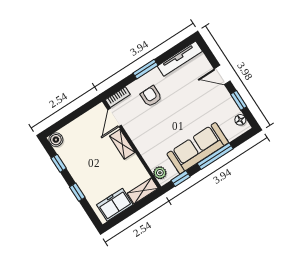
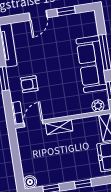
door: (115, 118) -> (33, 123), swing flipped
floor lamp: (240, 120) -> (83, 17), removed

